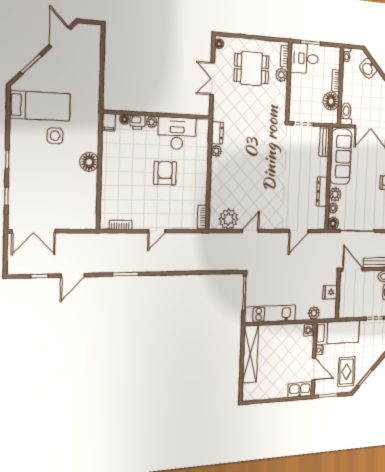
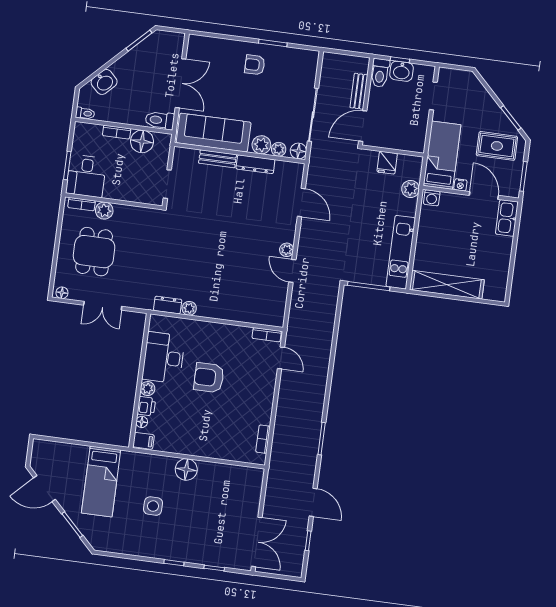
bed: (40, 106) -> (101, 482), moved, turned 180
bench: (324, 142) -> (217, 159), moved
plant: (228, 219) -> (287, 250), moved, width x0.53, depth x0.53
door: (157, 231) -> (281, 358), moved
door: (314, 369) -> (484, 195), hinge flipped

